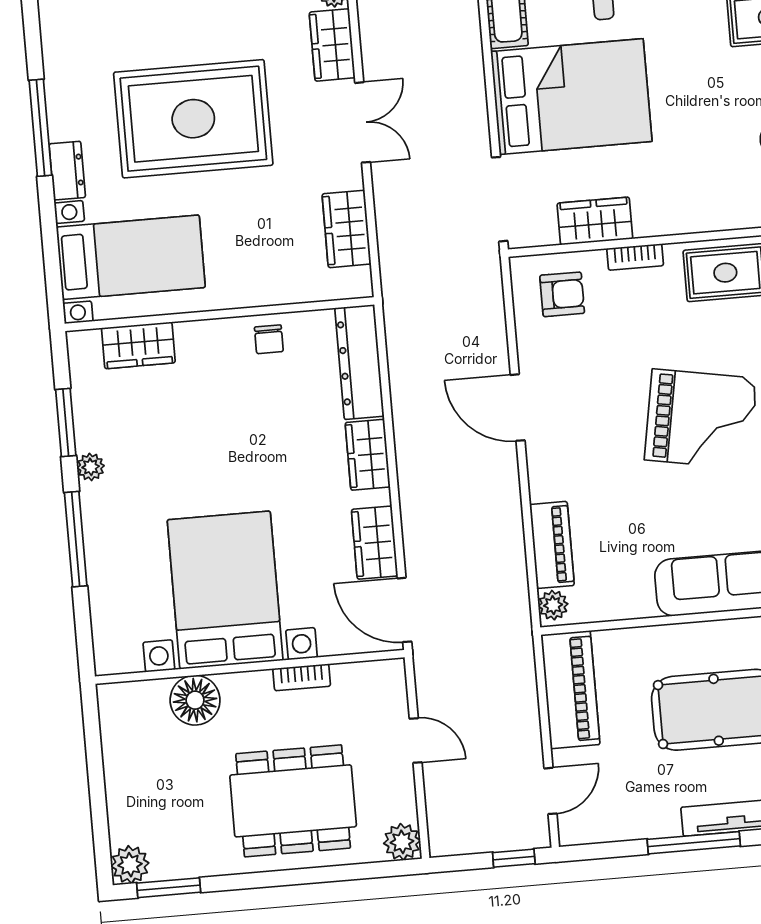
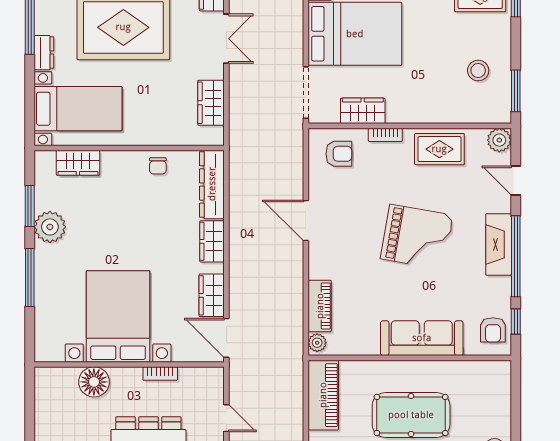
plant: (91, 467) -> (50, 227), width x1.87, depth x1.87

